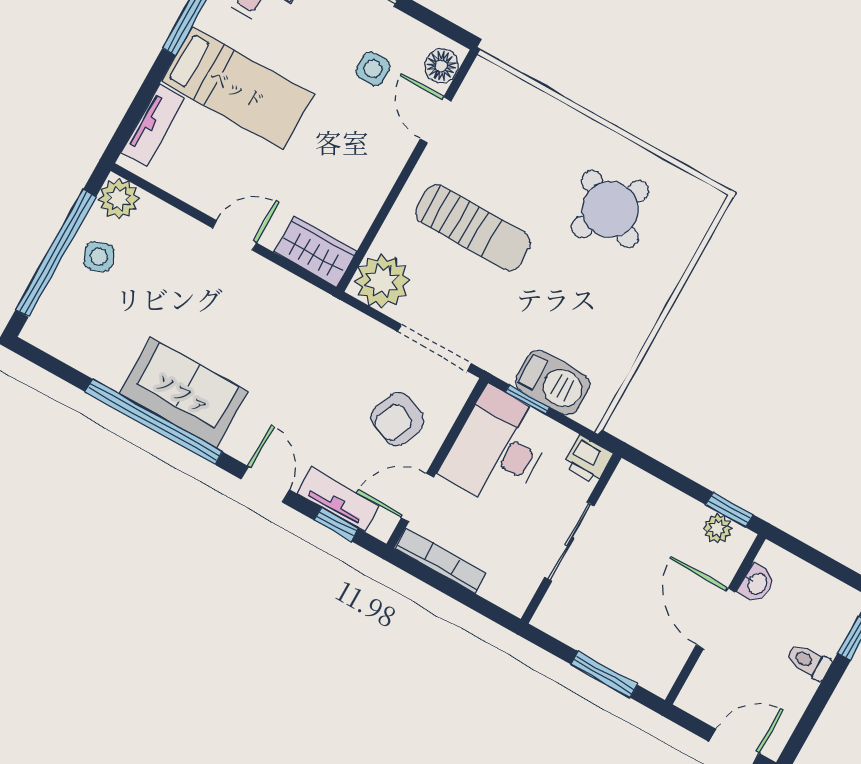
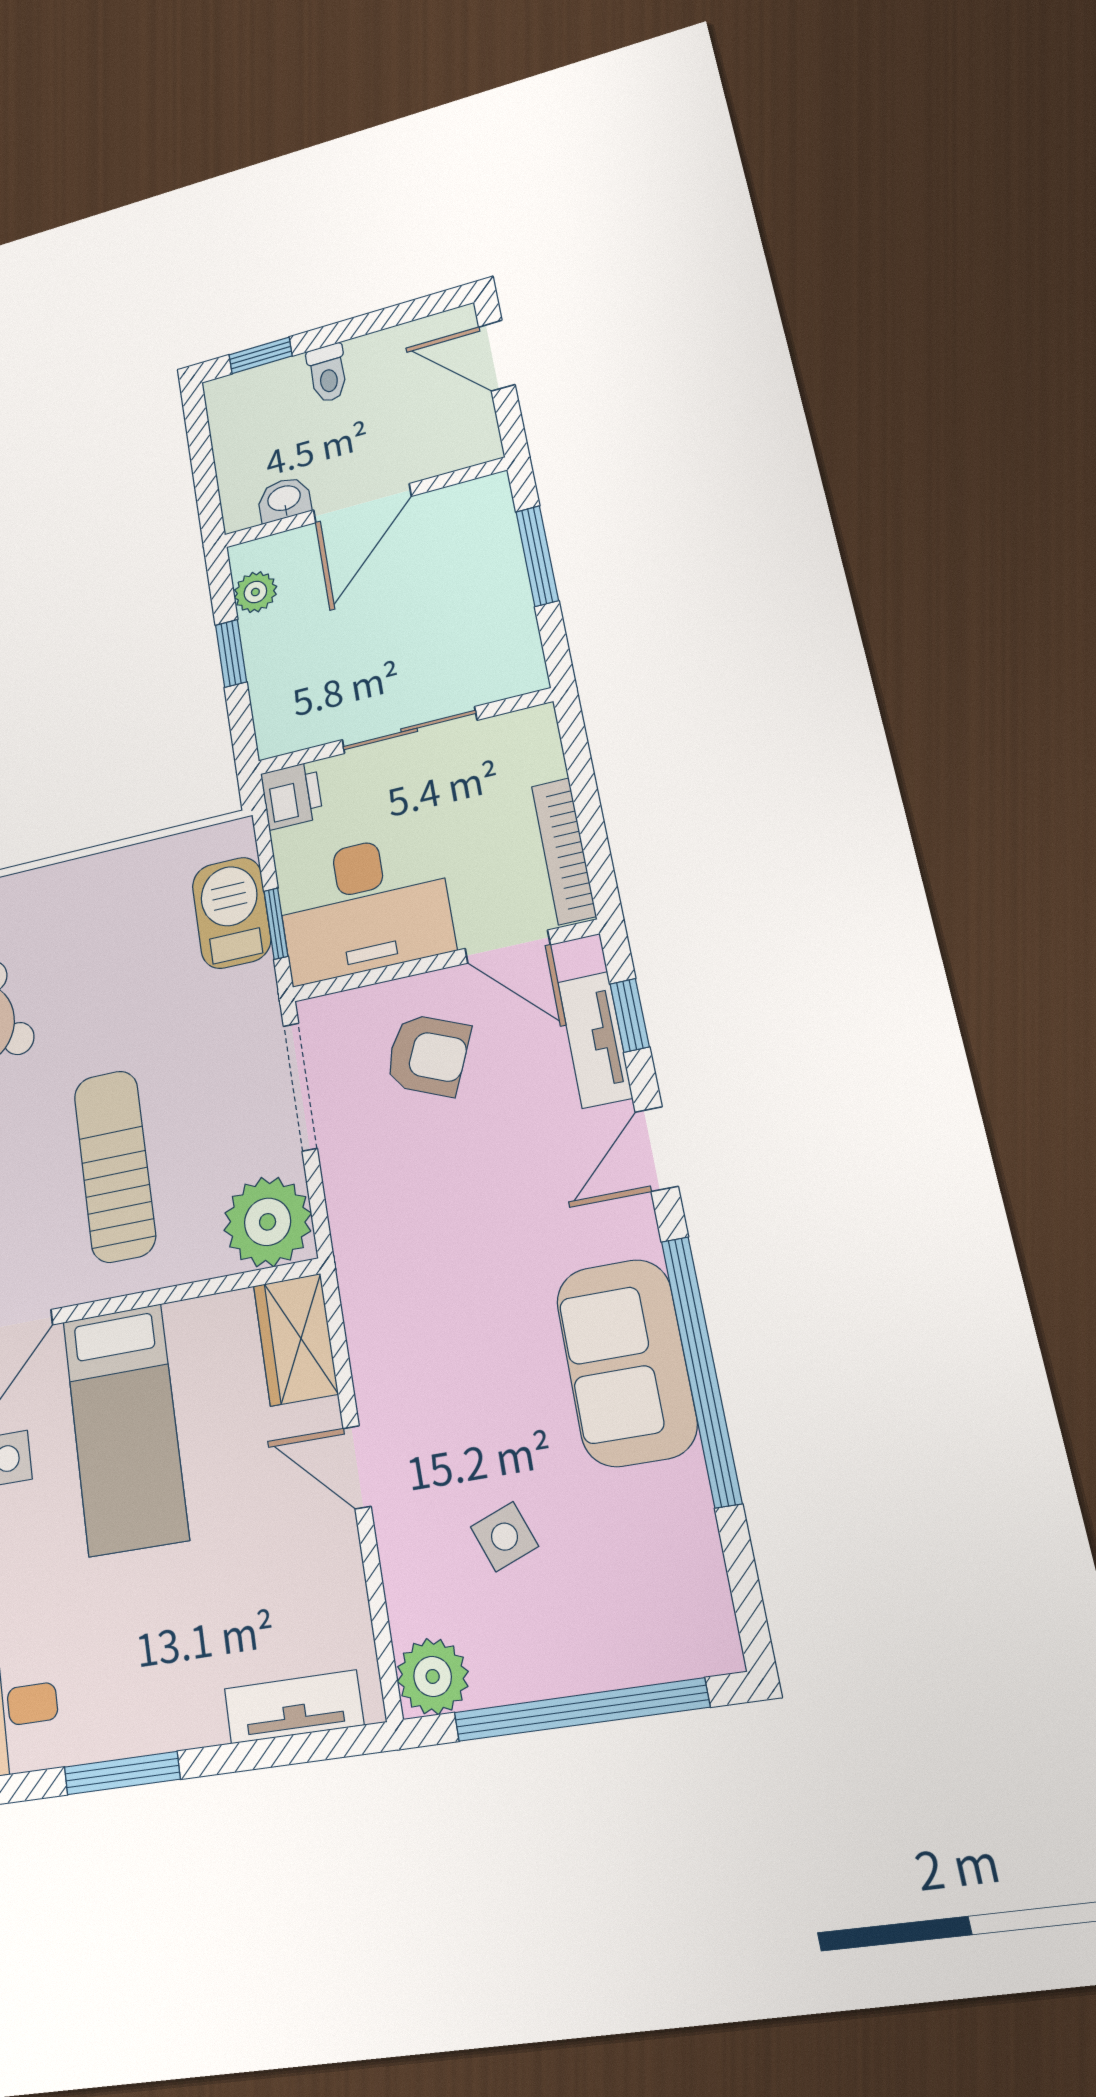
bed: (237, 88) -> (125, 1429), moved, turned 180
side table: (99, 257) -> (504, 1537), moved
window: (729, 510) -> (231, 653), moved

